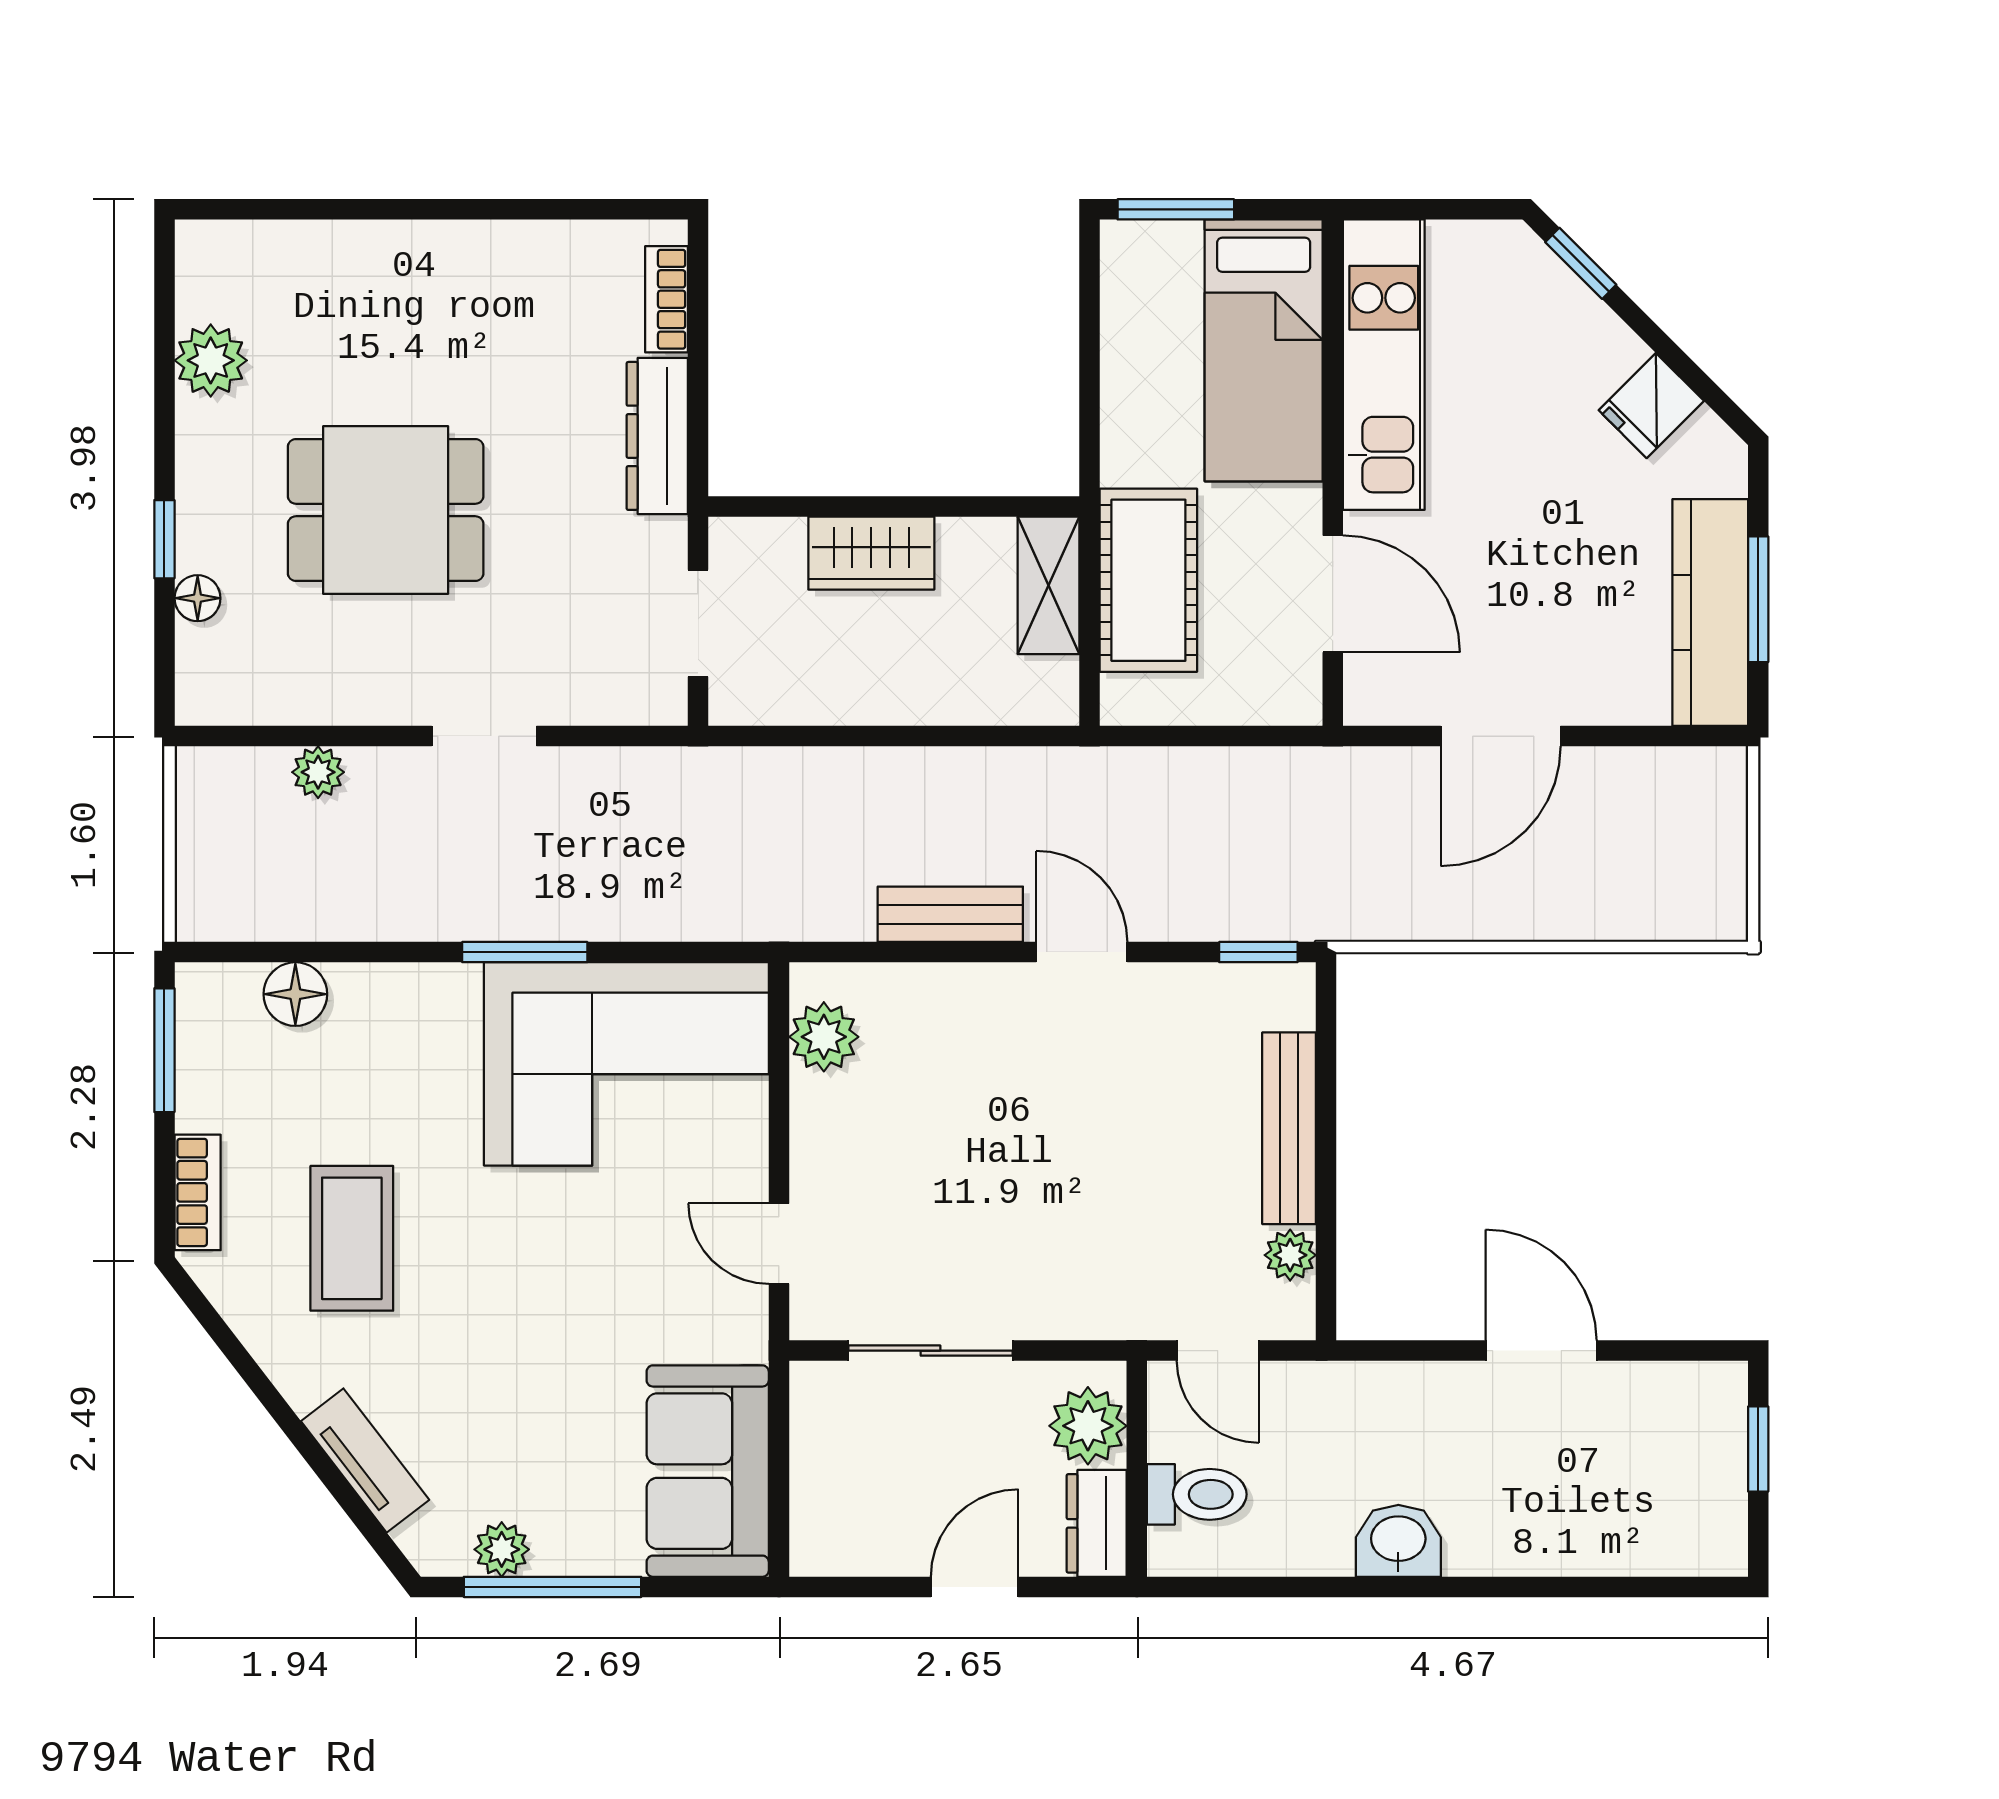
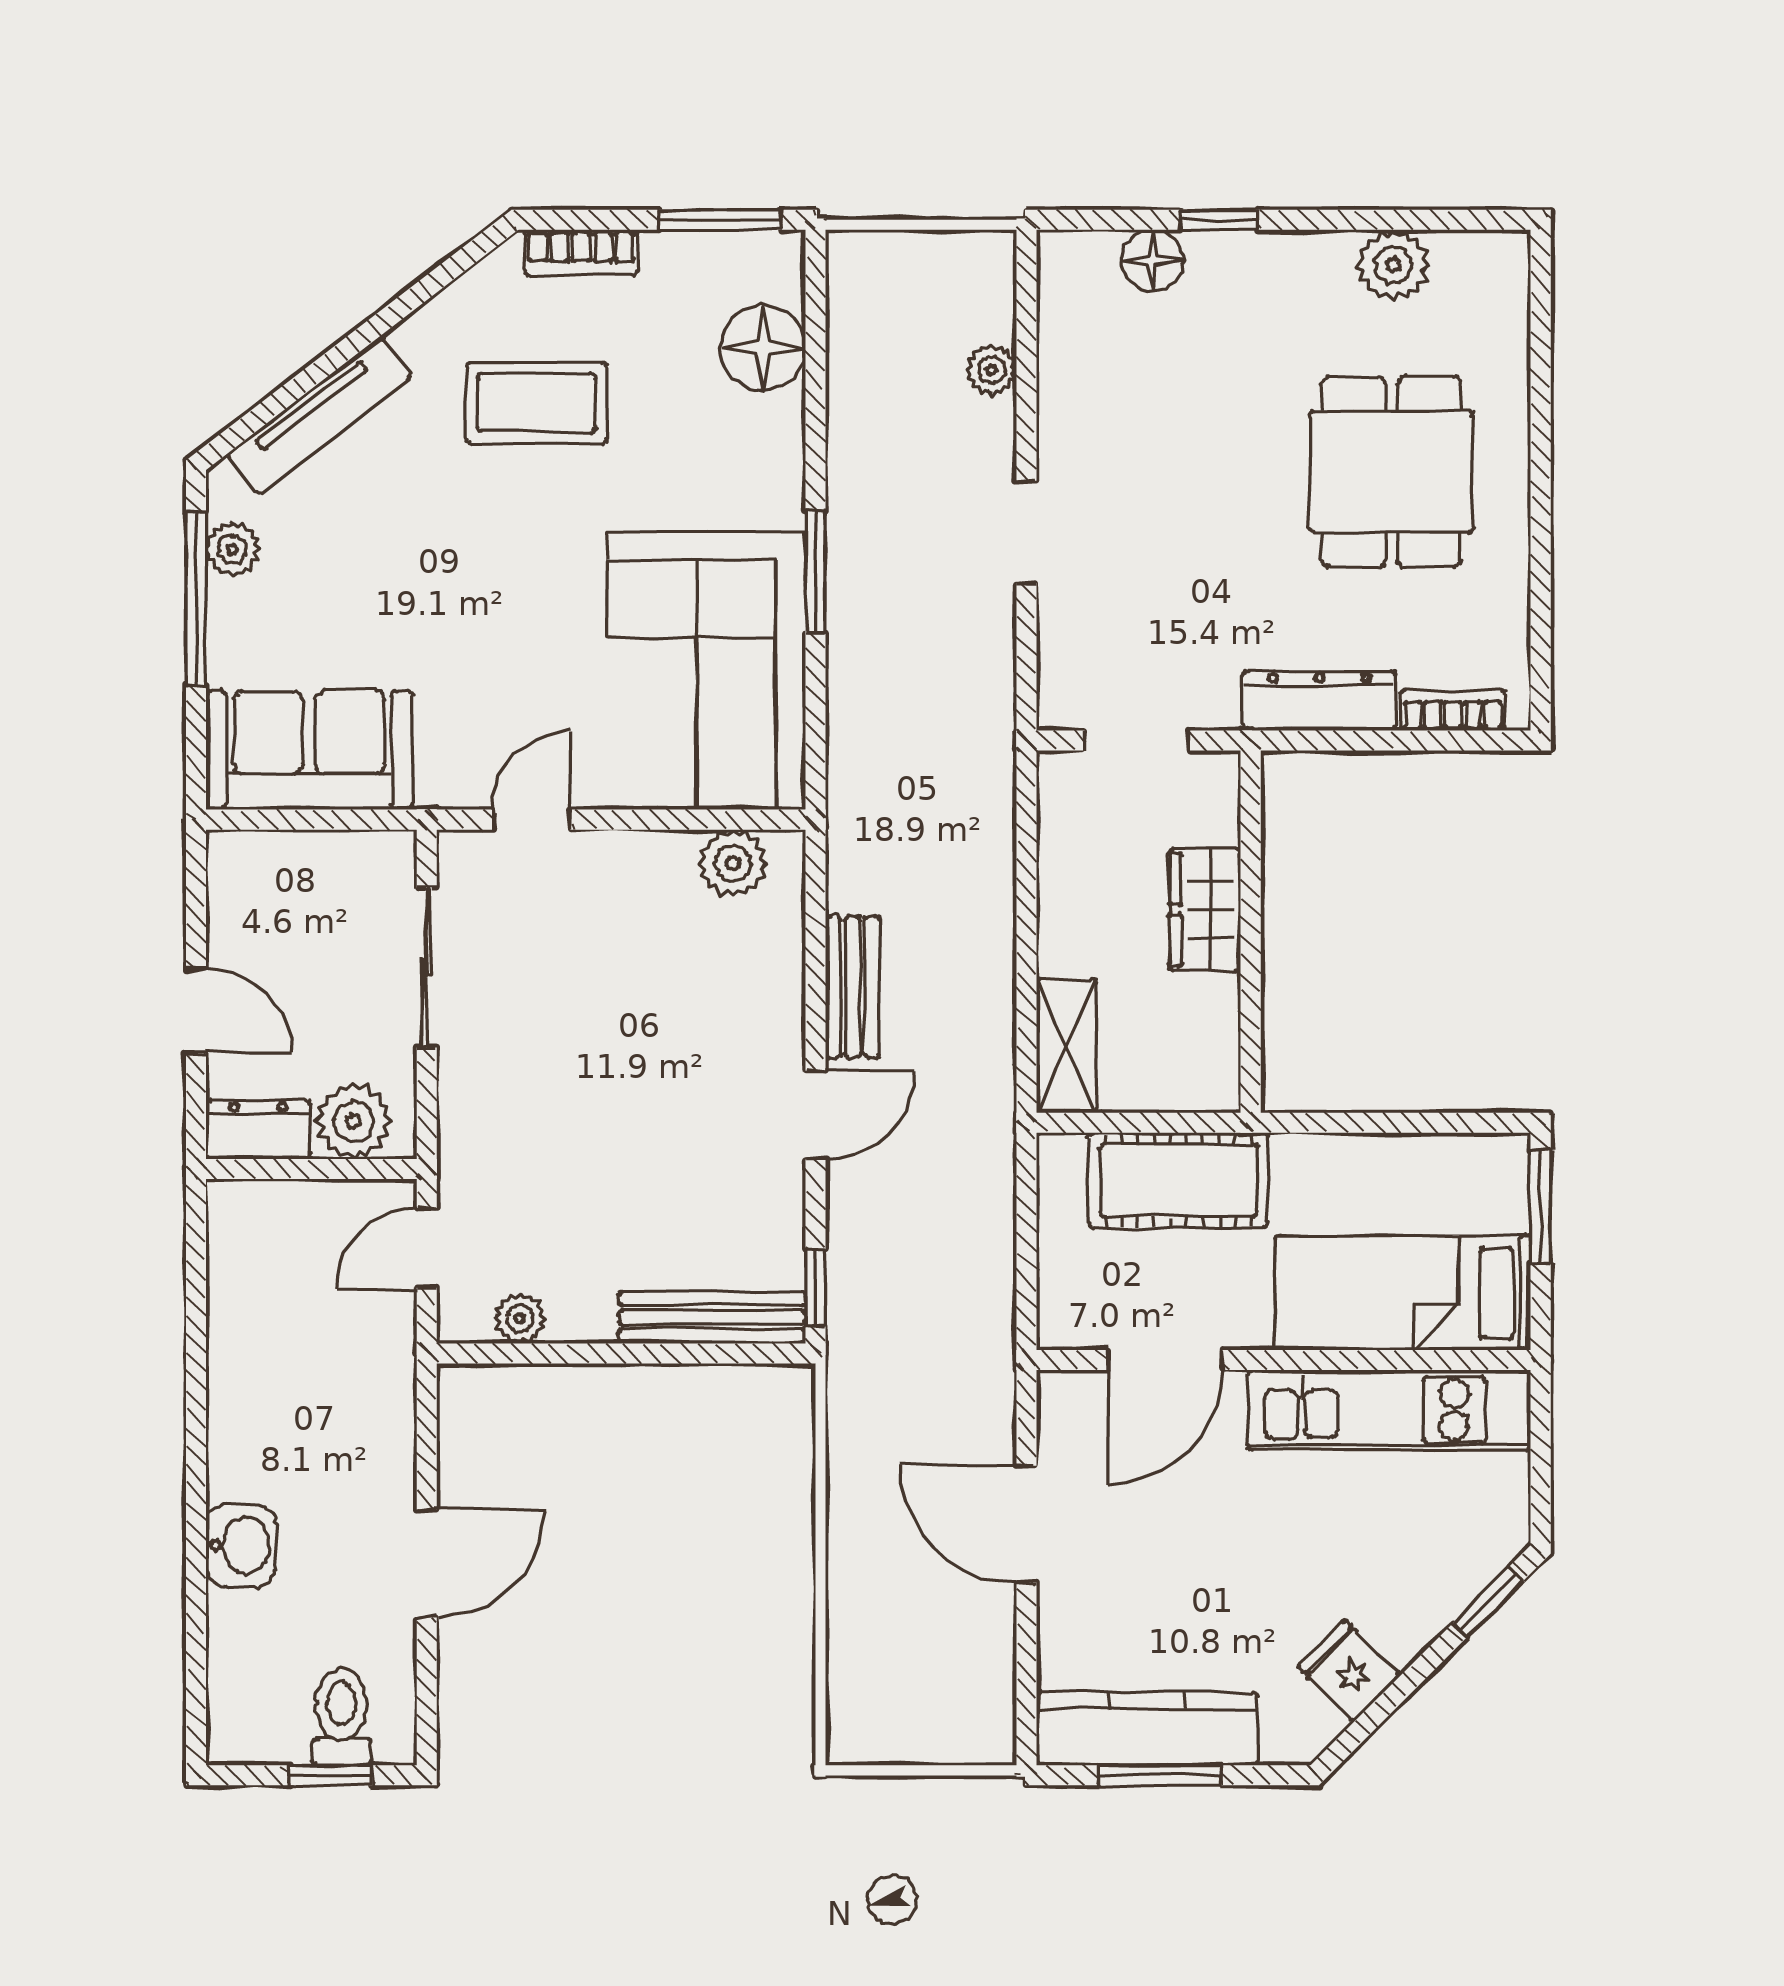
dining table: (386, 510) -> (1392, 472), moved
shelving: (1049, 585) -> (1067, 1046), moved, turned 90
floor lamp: (198, 598) -> (1153, 260), width x1.37, depth x1.37
floor lamp: (295, 994) -> (763, 348), width x1.38, depth x1.38
bench: (1289, 1128) -> (712, 1317), moved
tv unit: (365, 1460) -> (319, 416), width x1.41
toilet: (1197, 1494) -> (341, 1717), moved, turned 180
washbasin: (1398, 1541) -> (241, 1545), moved

